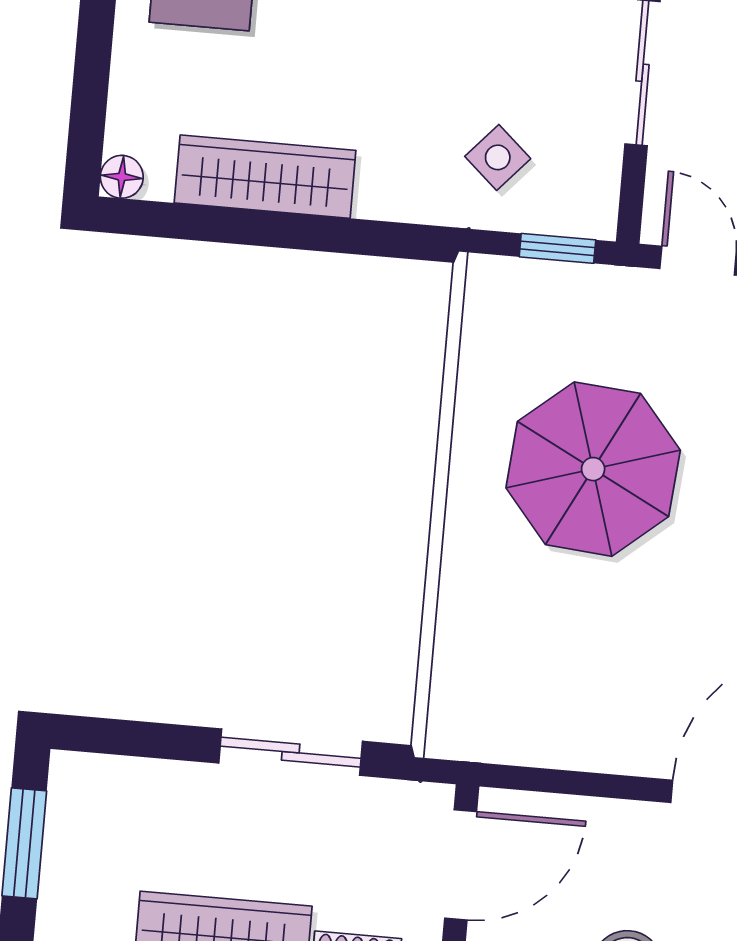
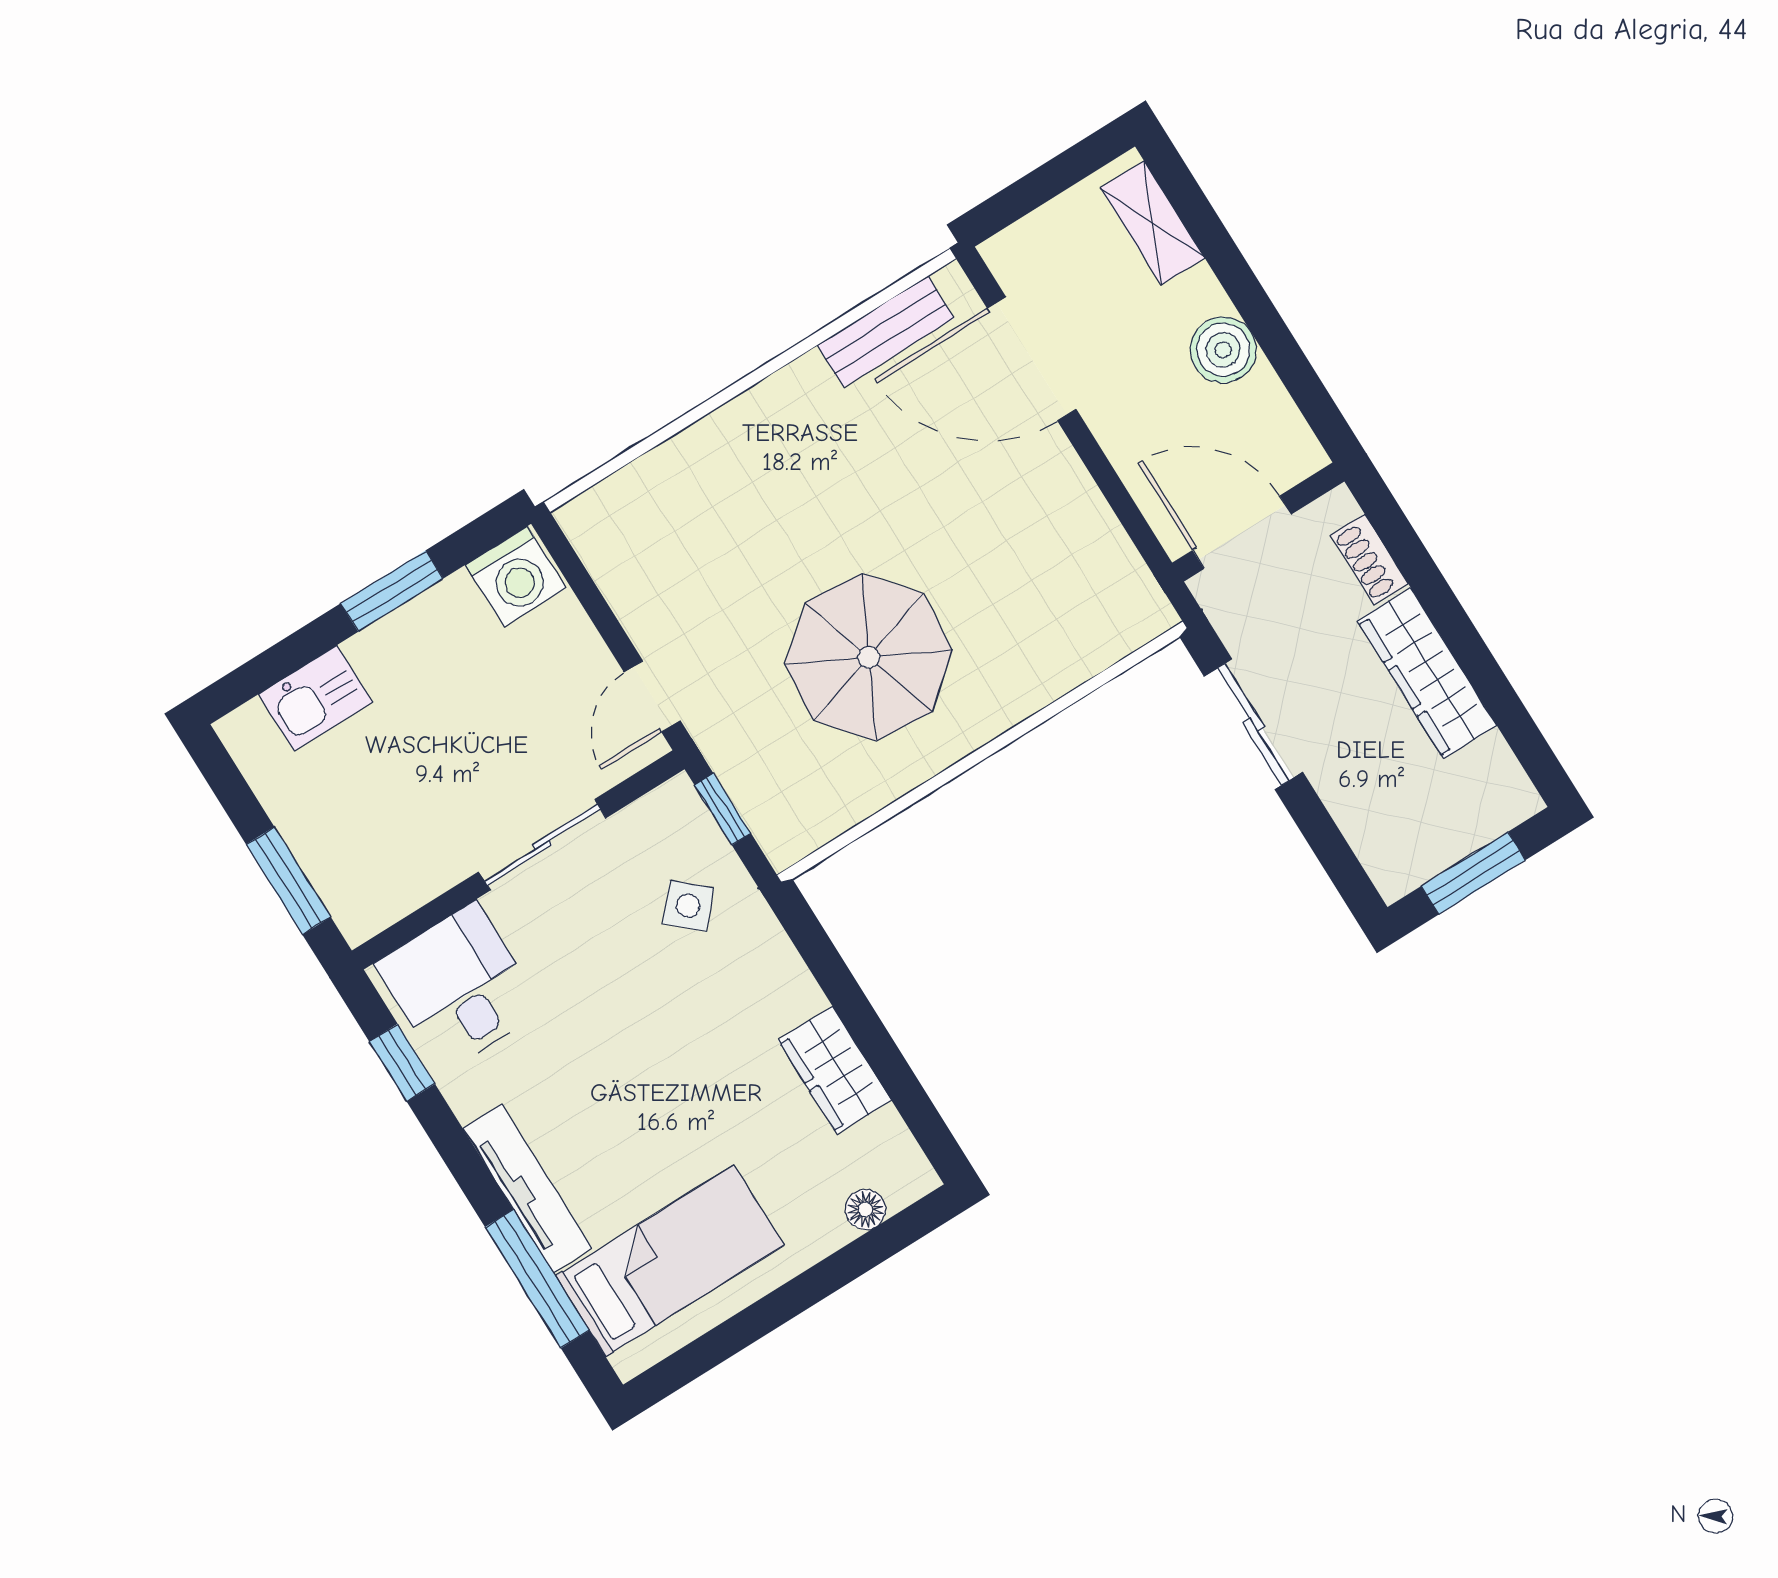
floor lamp: (122, 177) -> (865, 1209), moved
wardrobe: (265, 177) -> (835, 1070), width x0.67

